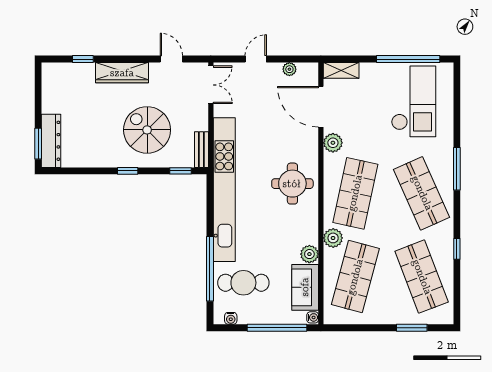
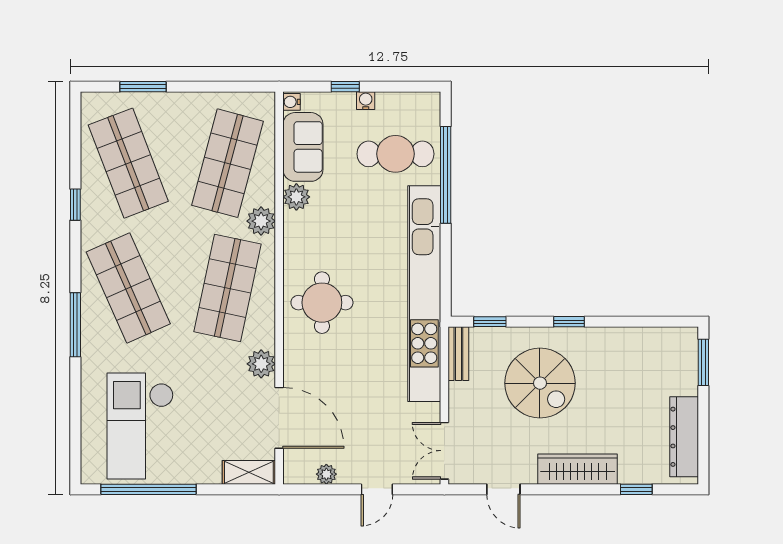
dresser: (51, 141) -> (684, 437), moved
water cooler: (231, 318) -> (366, 101), moved
window: (277, 328) -> (345, 87), width x0.32

